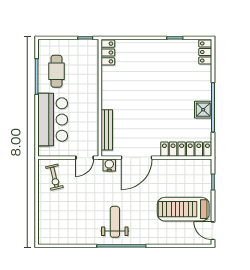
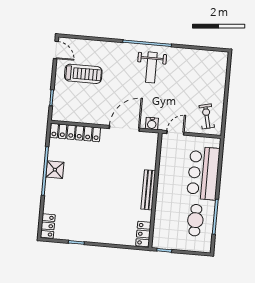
bench: (107, 130) -> (148, 190), moved
treadmill: (183, 209) -> (83, 74), width x0.73, depth x0.73

